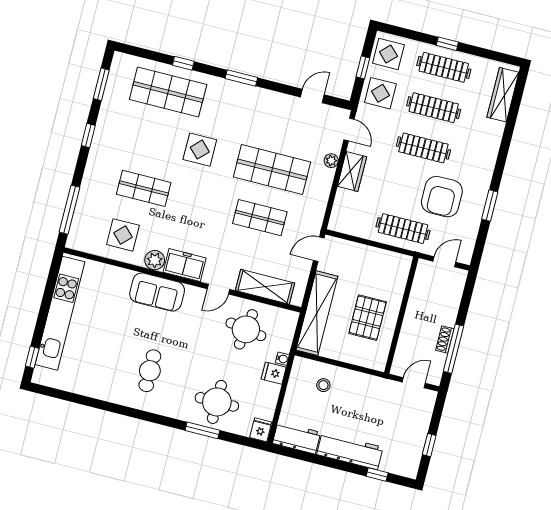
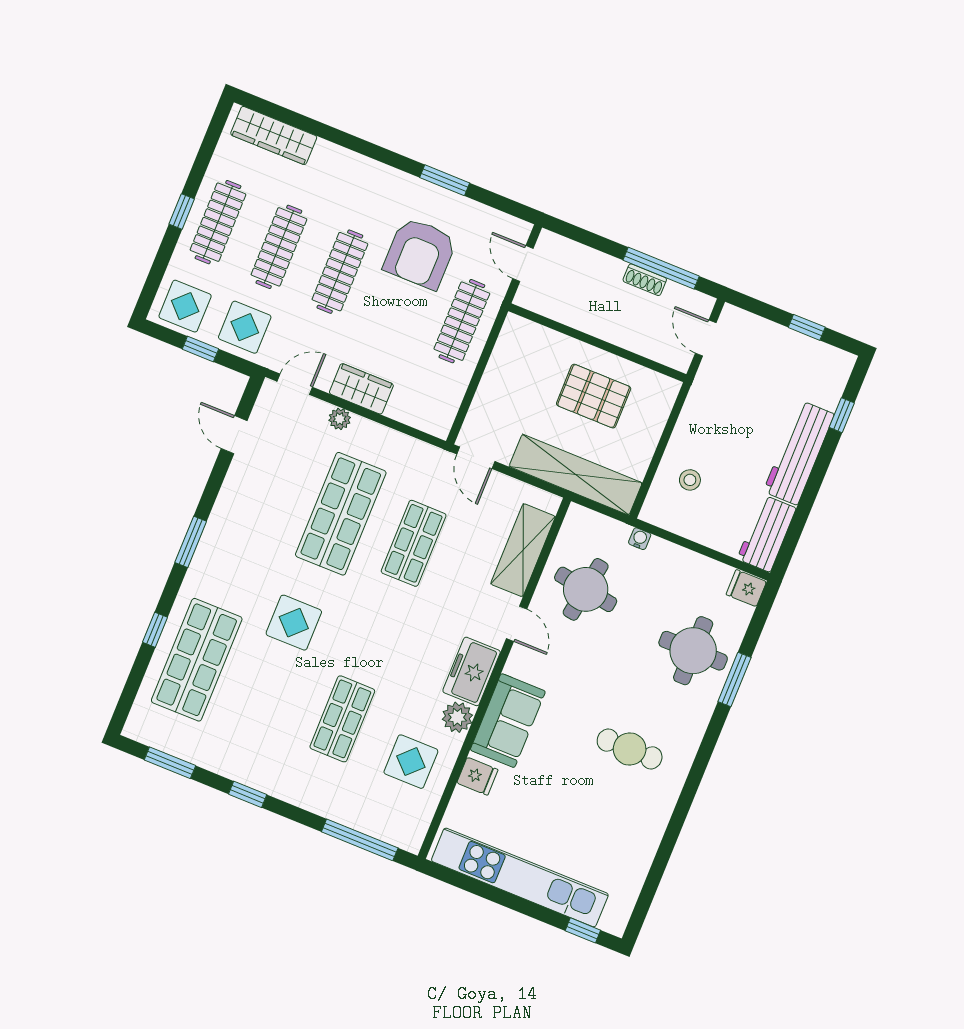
armchair: (442, 197) -> (420, 253), turned 90
fridge: (274, 373) -> (477, 776), moved, turned -90

